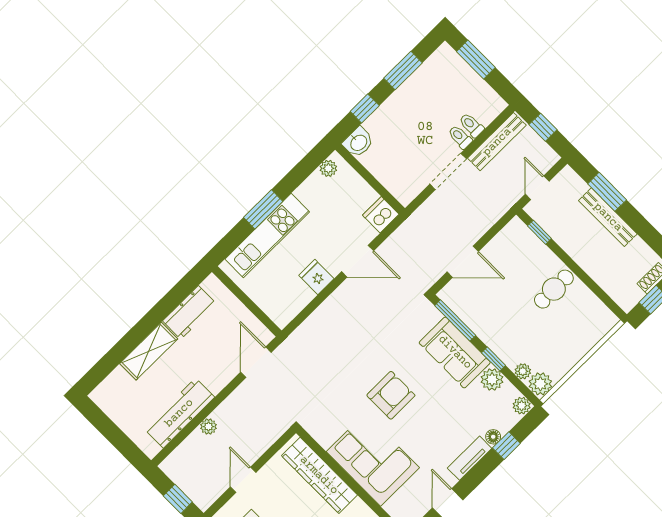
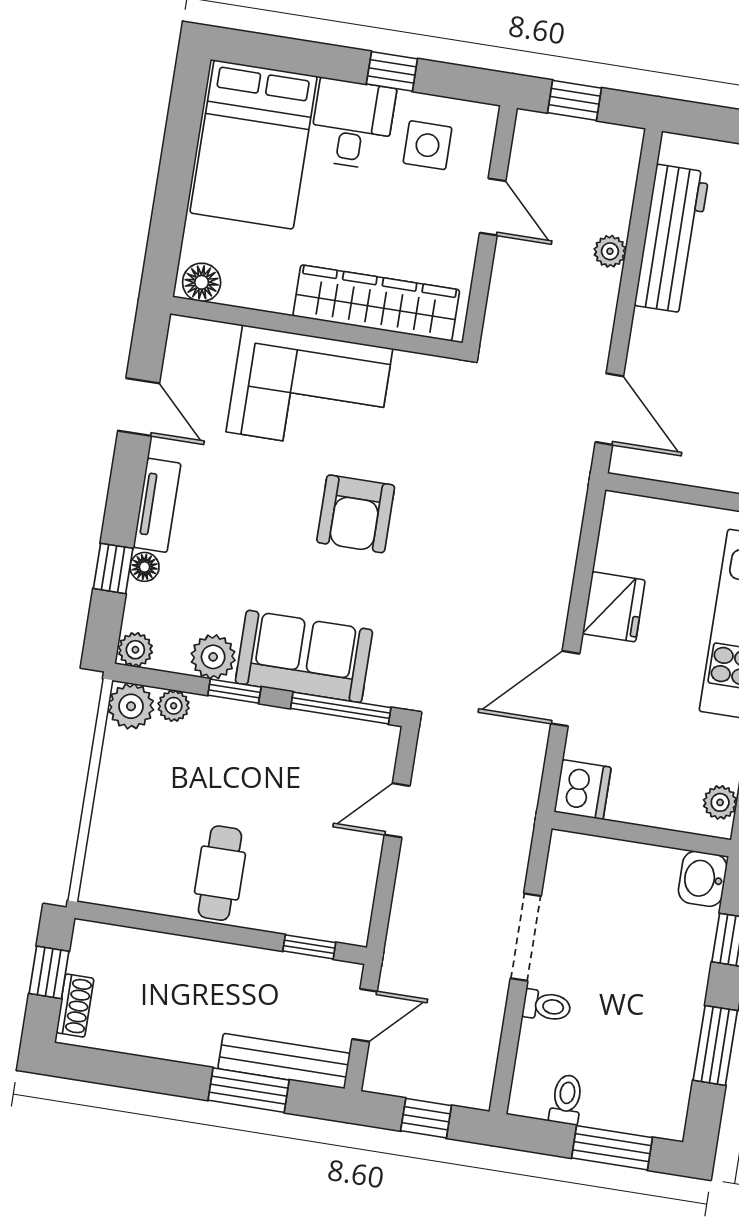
toilet: (471, 125) -> (566, 1100), moved, turned -90
bench: (497, 142) -> (483, 1041), removed
door: (537, 188) -> (365, 1015), hinge flipped
bench: (608, 217) -> (284, 1061), moved
door: (463, 262) -> (397, 810), width x0.73
fridge: (316, 277) -> (614, 607), width x1.38

